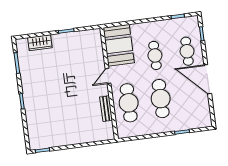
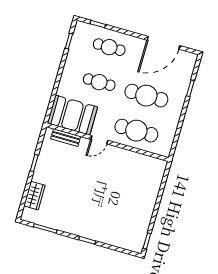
door: (108, 76) -> (99, 140), hinge flipped
door: (208, 79) -> (163, 43), moved
bench: (106, 109) -> (66, 138), moved

